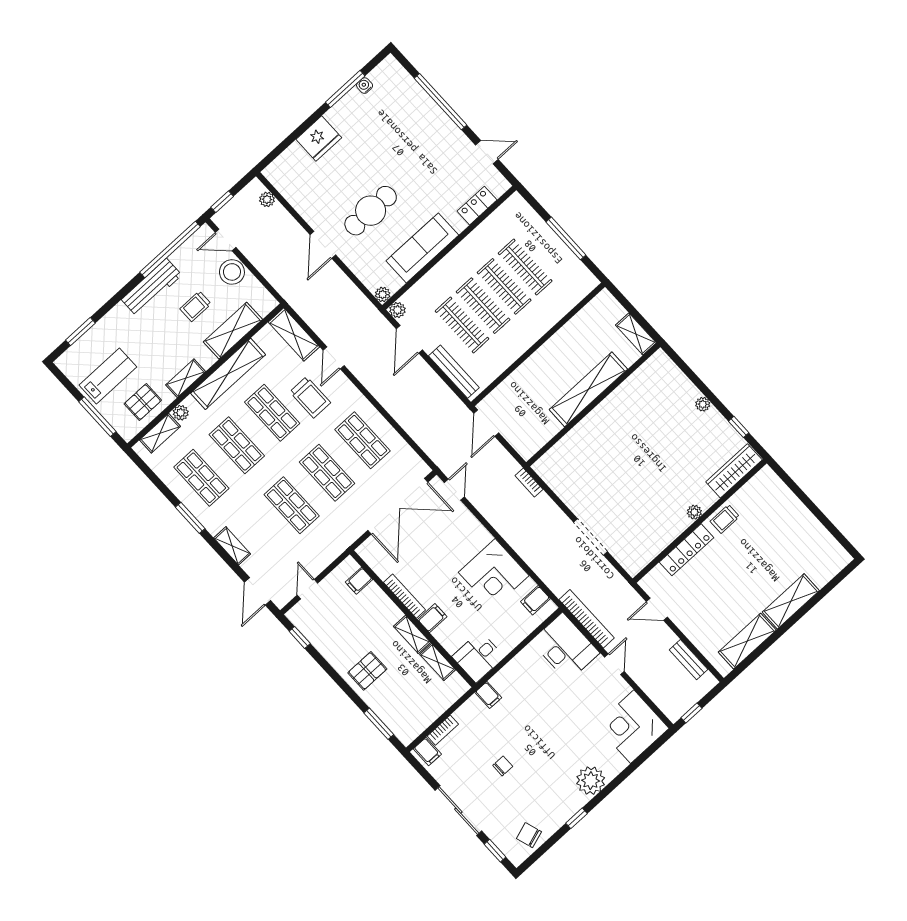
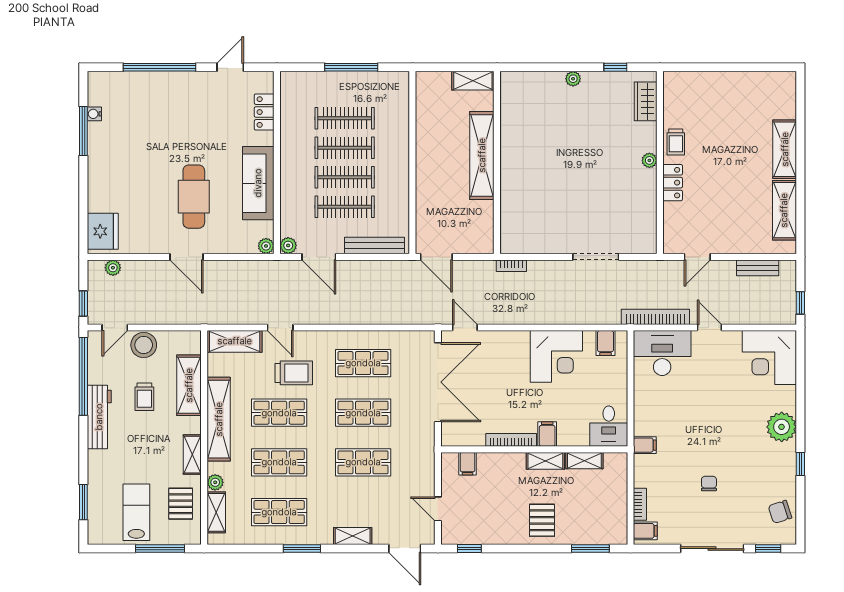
fridge: (319, 139) -> (103, 231), moved
wardrobe: (734, 471) -> (646, 101), width x0.67
locker: (686, 550) -> (673, 183), width x0.66

